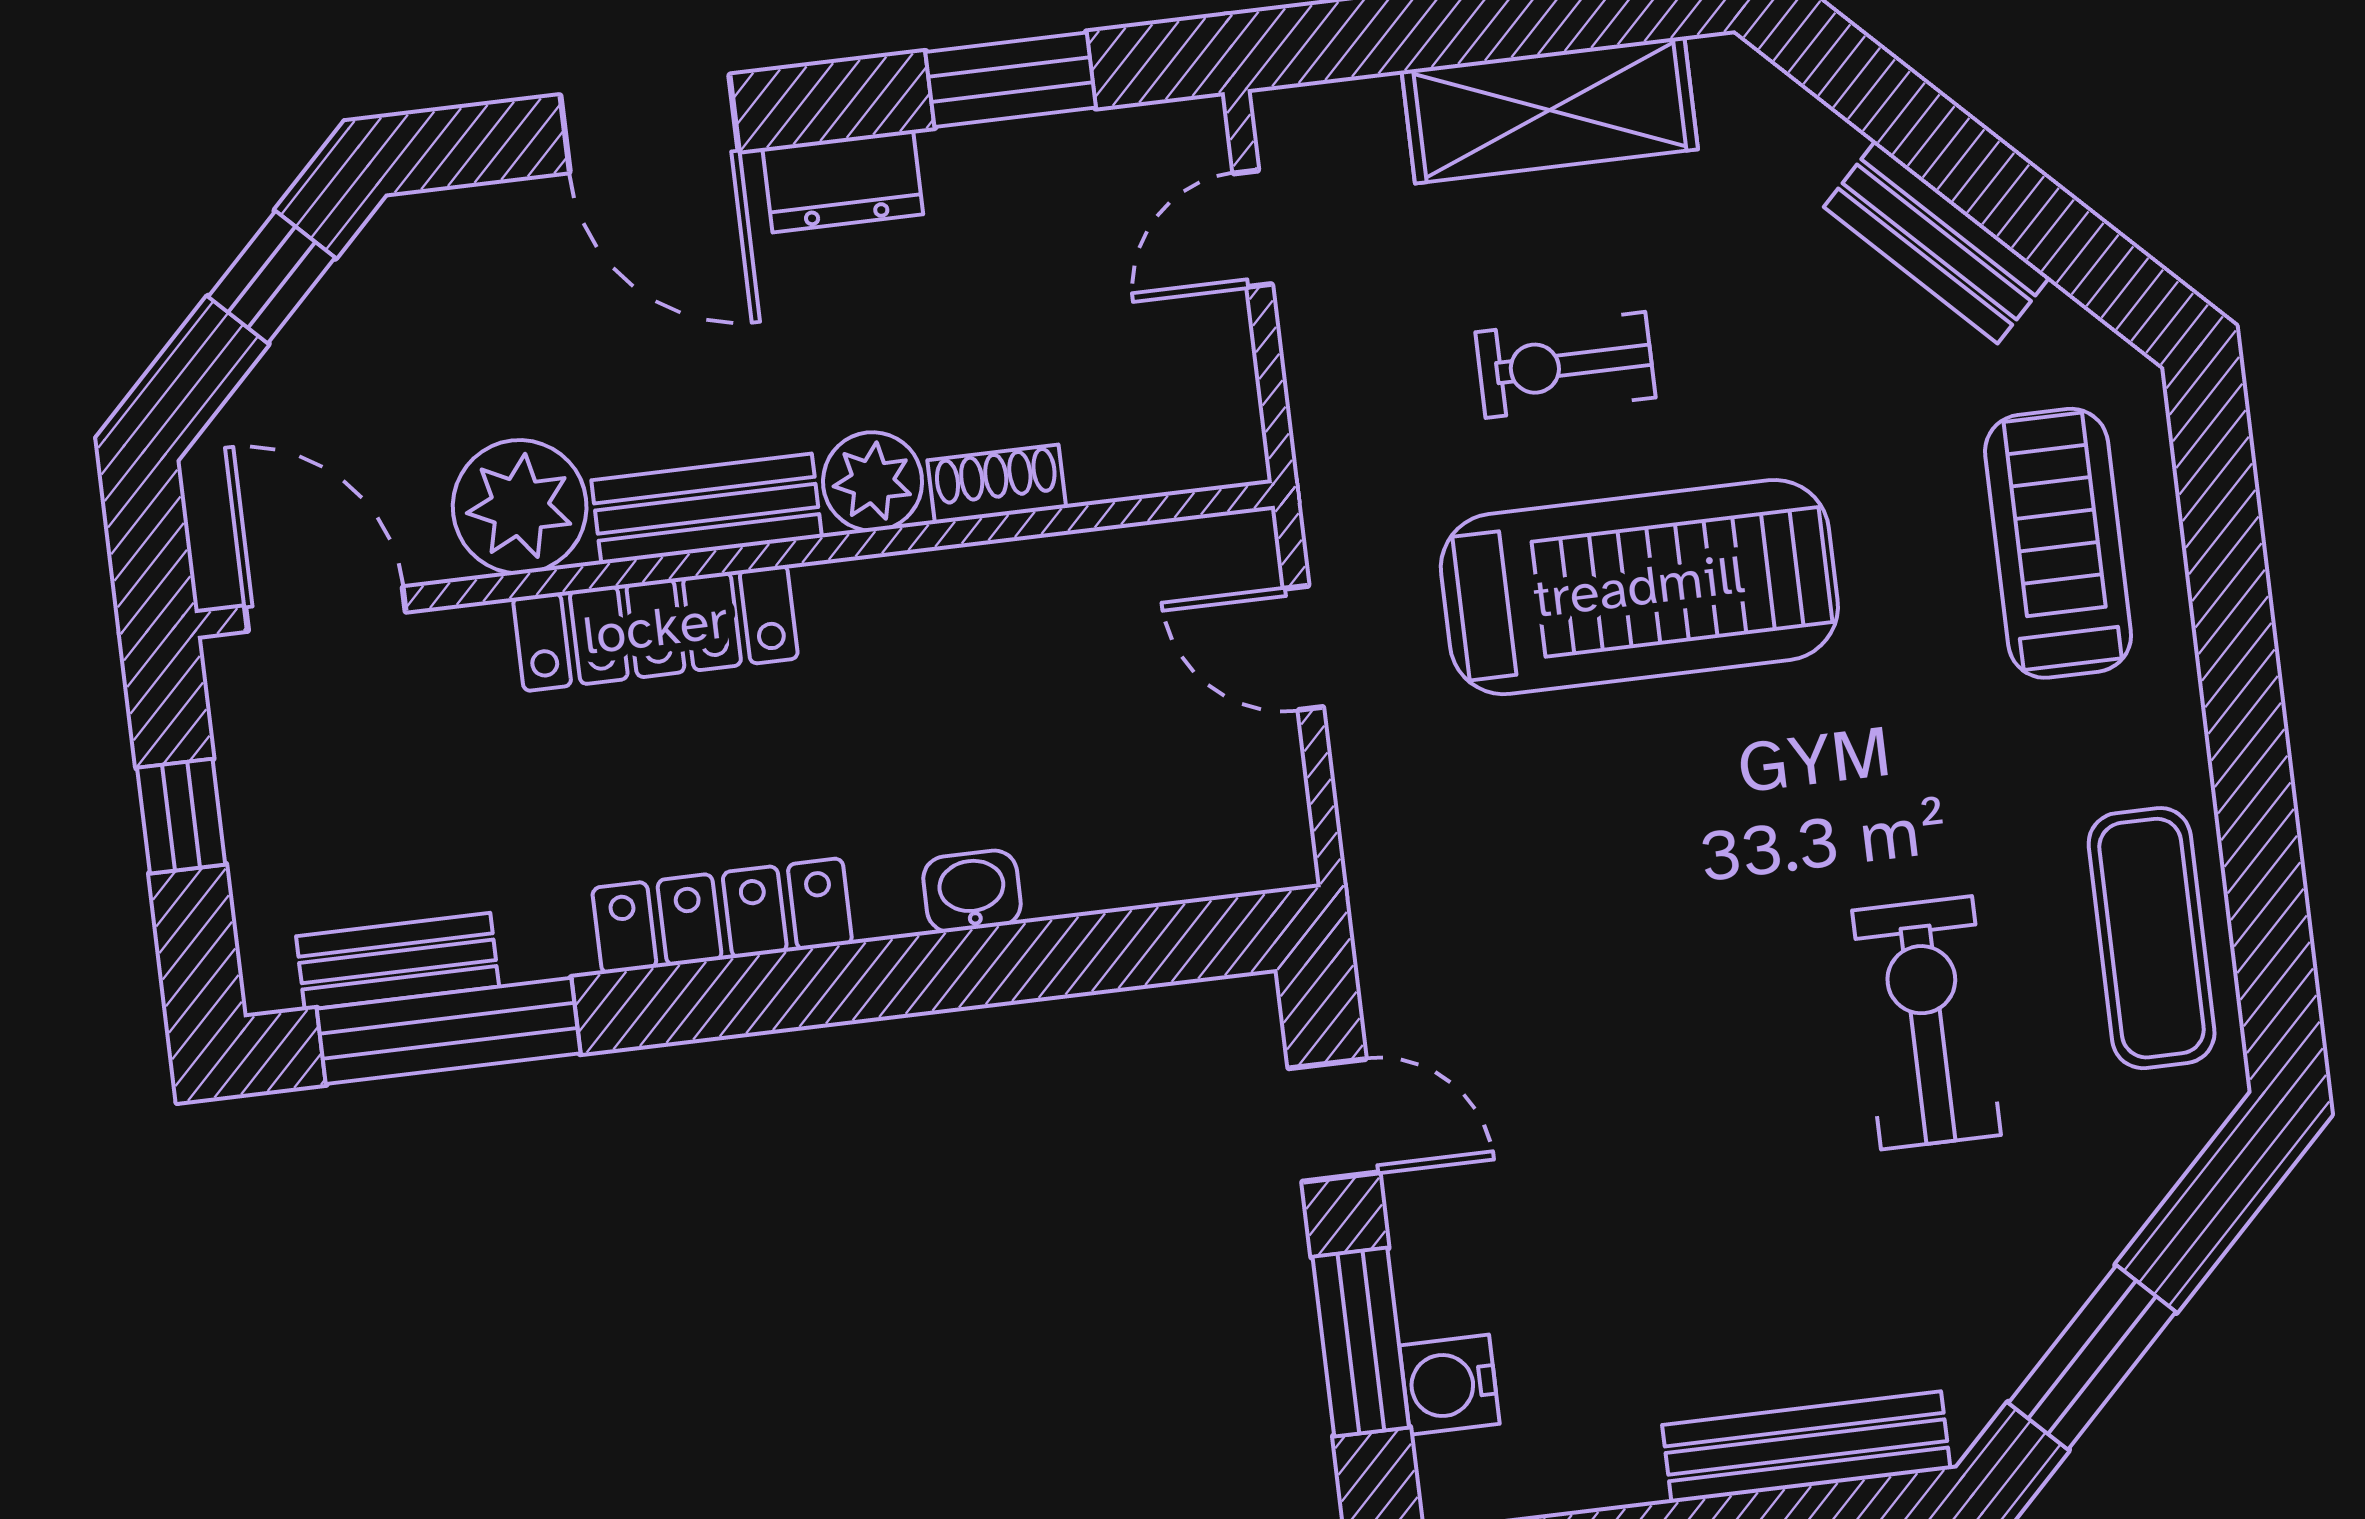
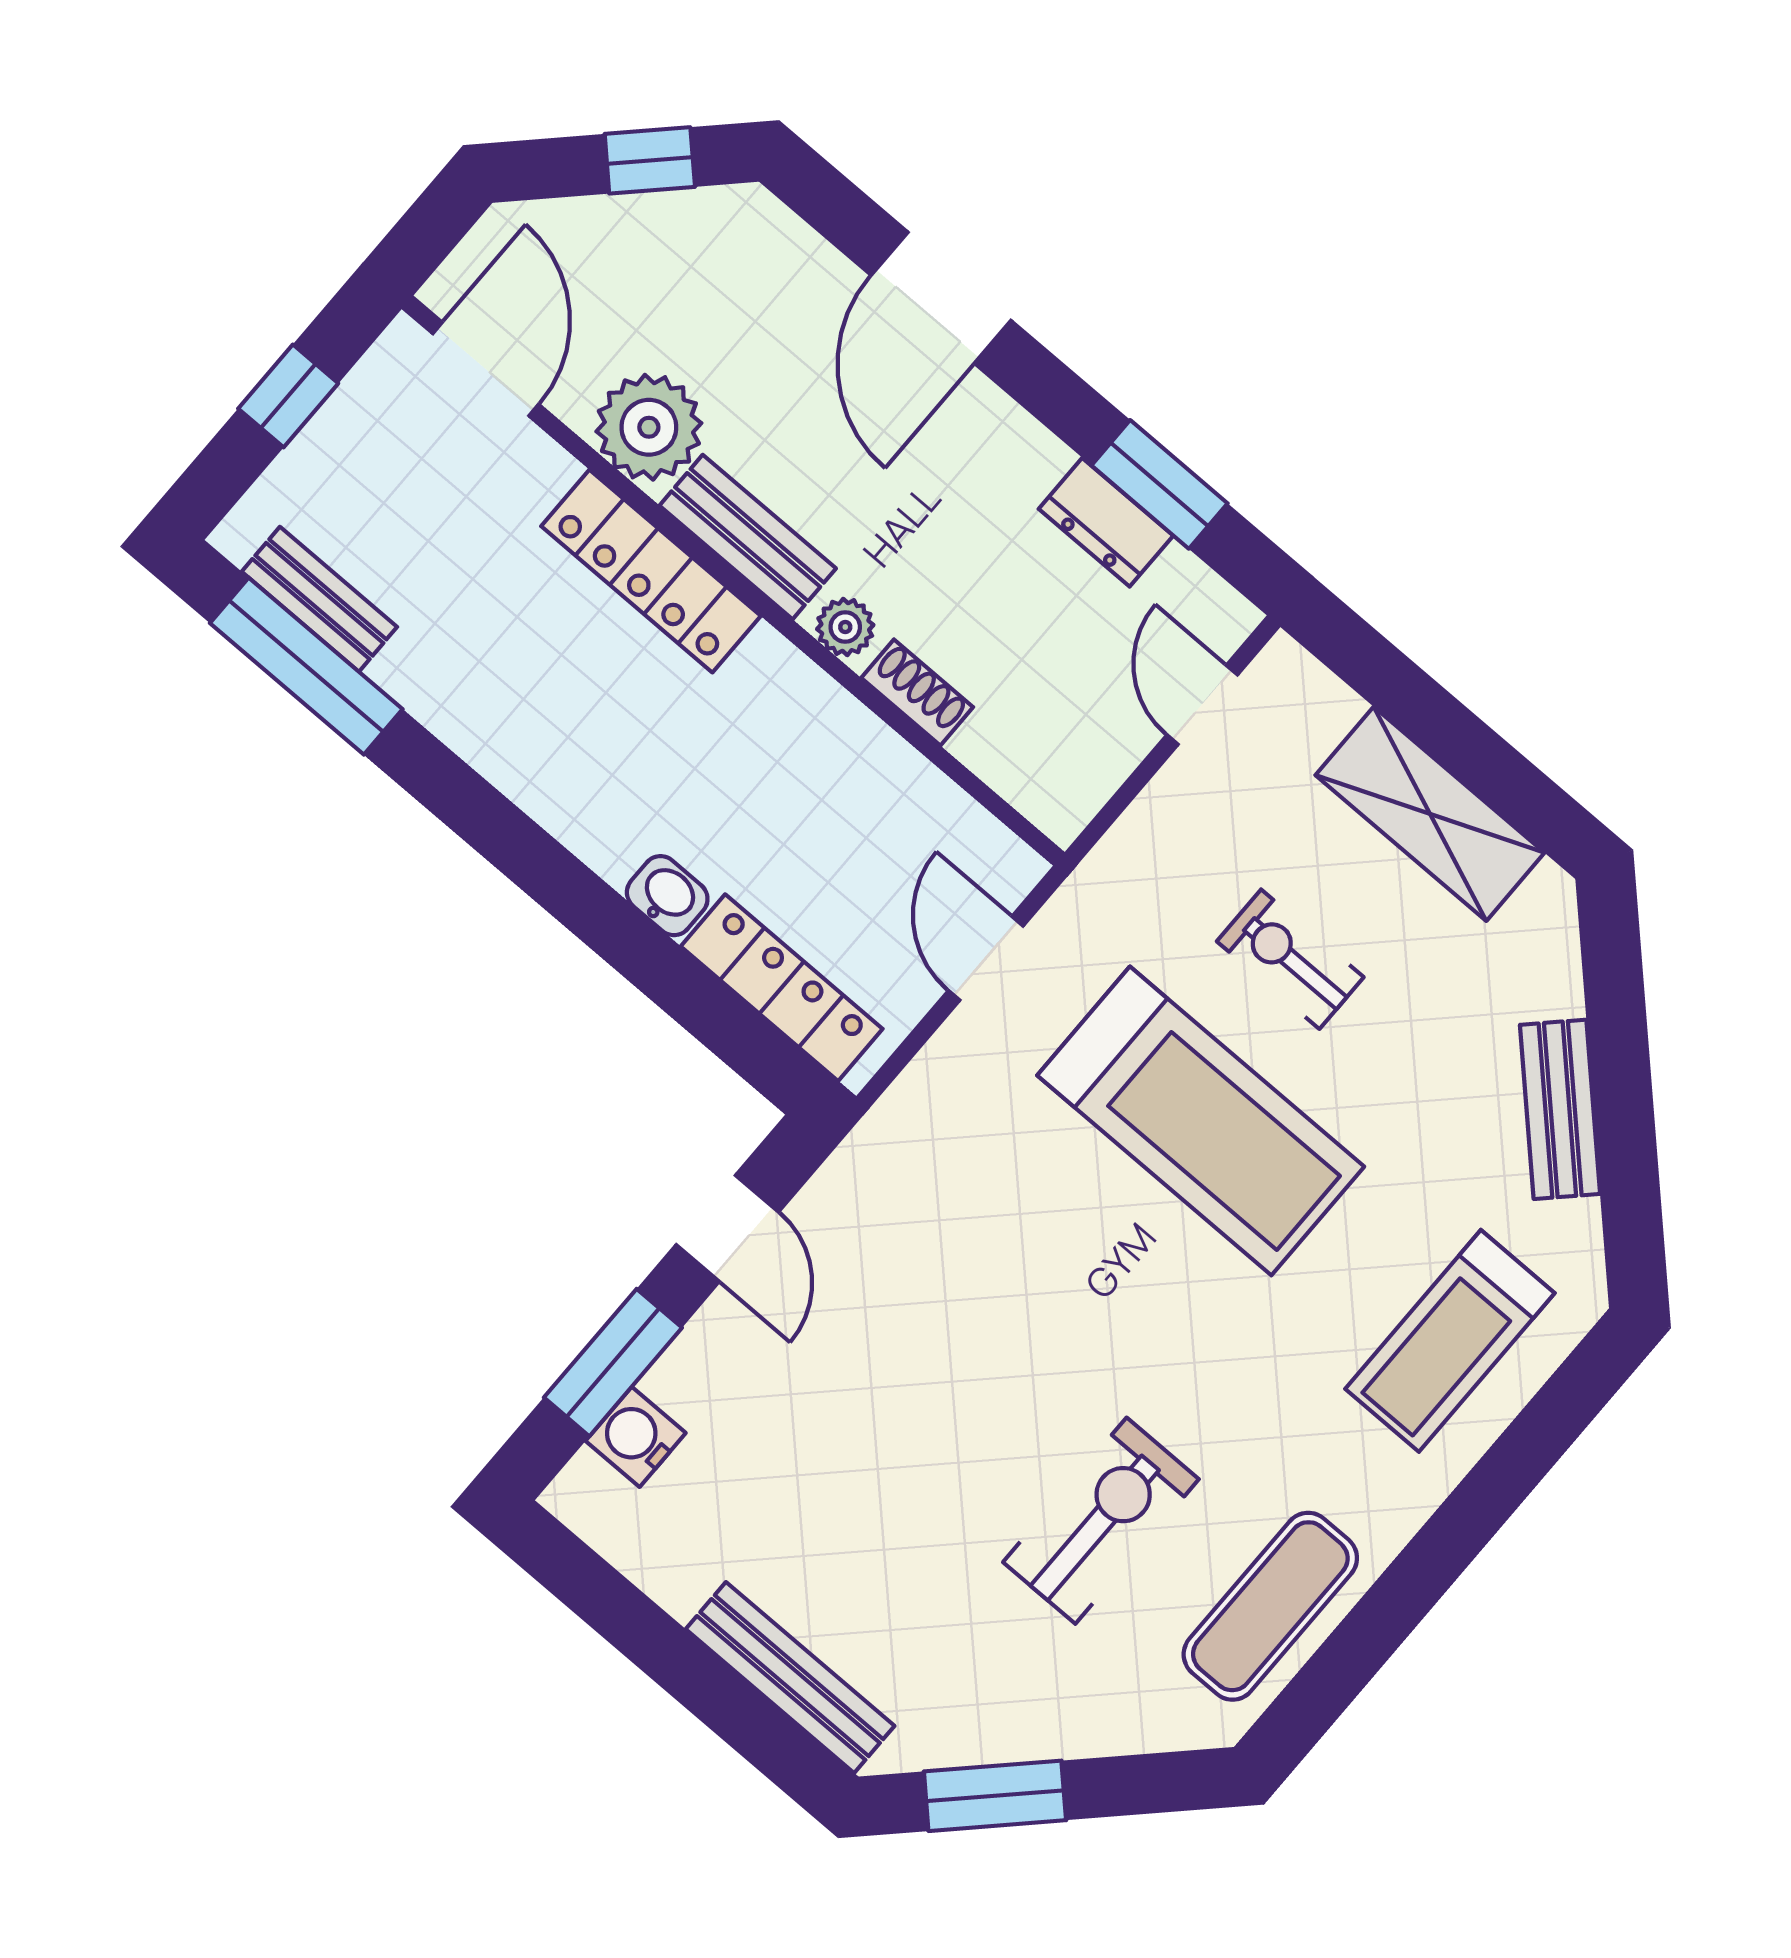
dresser: (843, 181) -> (1106, 522), moved
door: (1253, 229) -> (1202, 705), hinge flipped
plant: (873, 482) -> (845, 627), width x0.73, depth x0.73
treadmill: (2058, 543) -> (1450, 1341), turned 180
locker: (722, 916) -> (782, 988), moved

